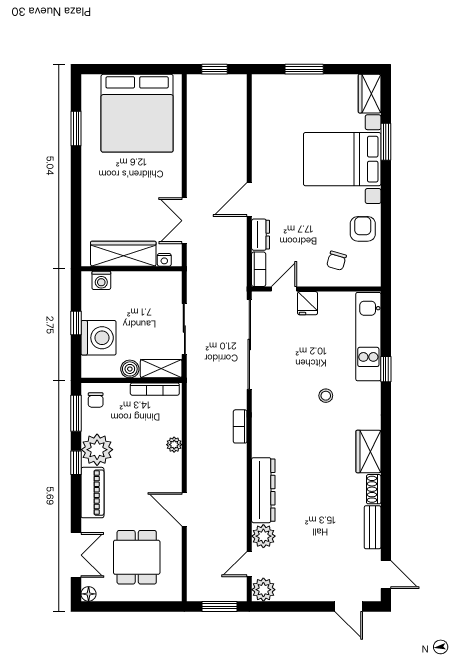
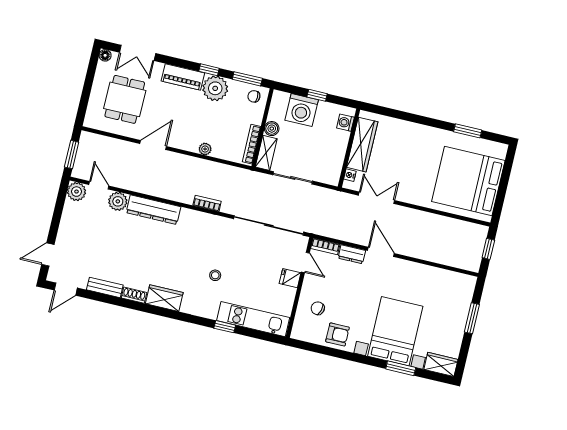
dining table: (137, 557) -> (125, 99), turned 90

